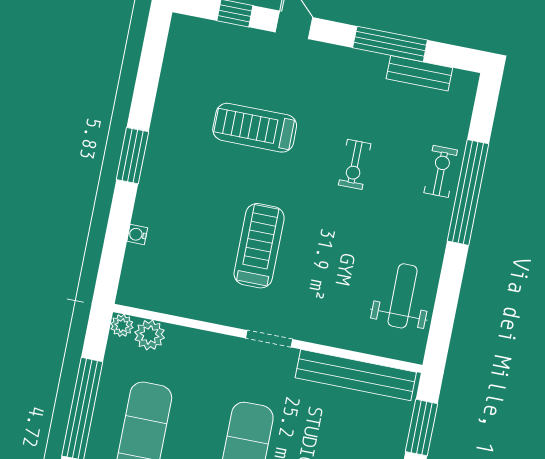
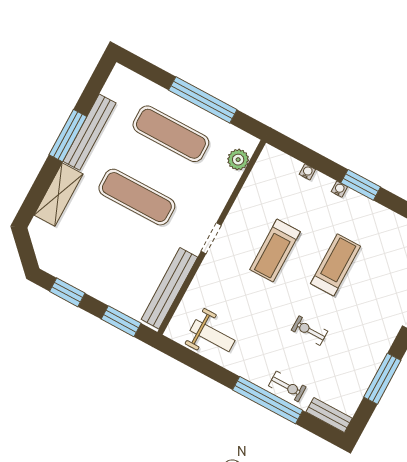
bench: (419, 73) -> (329, 415), moved, turned 90
treadmill: (255, 128) -> (336, 265), moved
water cooler: (147, 183) -> (339, 189), added
treadmill: (259, 246) -> (275, 251), turned 90
plant: (122, 325) -> (250, 143), removed

